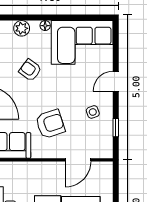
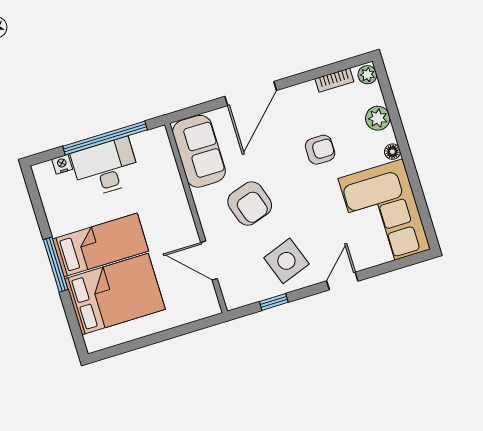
armchair: (30, 70) -> (320, 150), turned 54
door: (116, 81) -> (342, 281), hinge flipped
side table: (93, 112) -> (286, 261), width x1.87, depth x1.87

